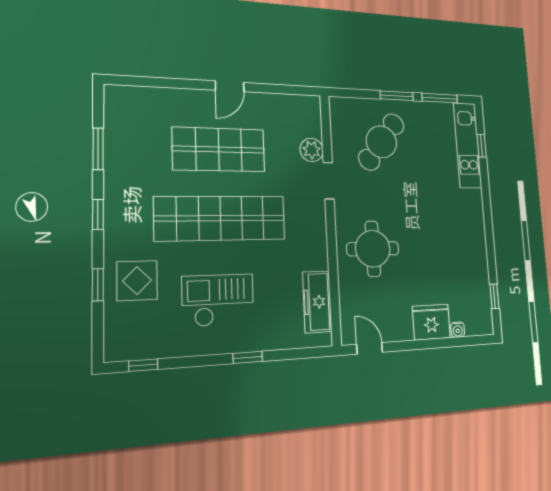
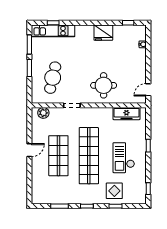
door: (230, 86) -> (29, 150), hinge flipped
cafe table: (381, 142) -> (53, 78), turned 65
plant: (312, 150) -> (43, 113), moved
fridge: (431, 322) -> (103, 33), moved, turned -90

